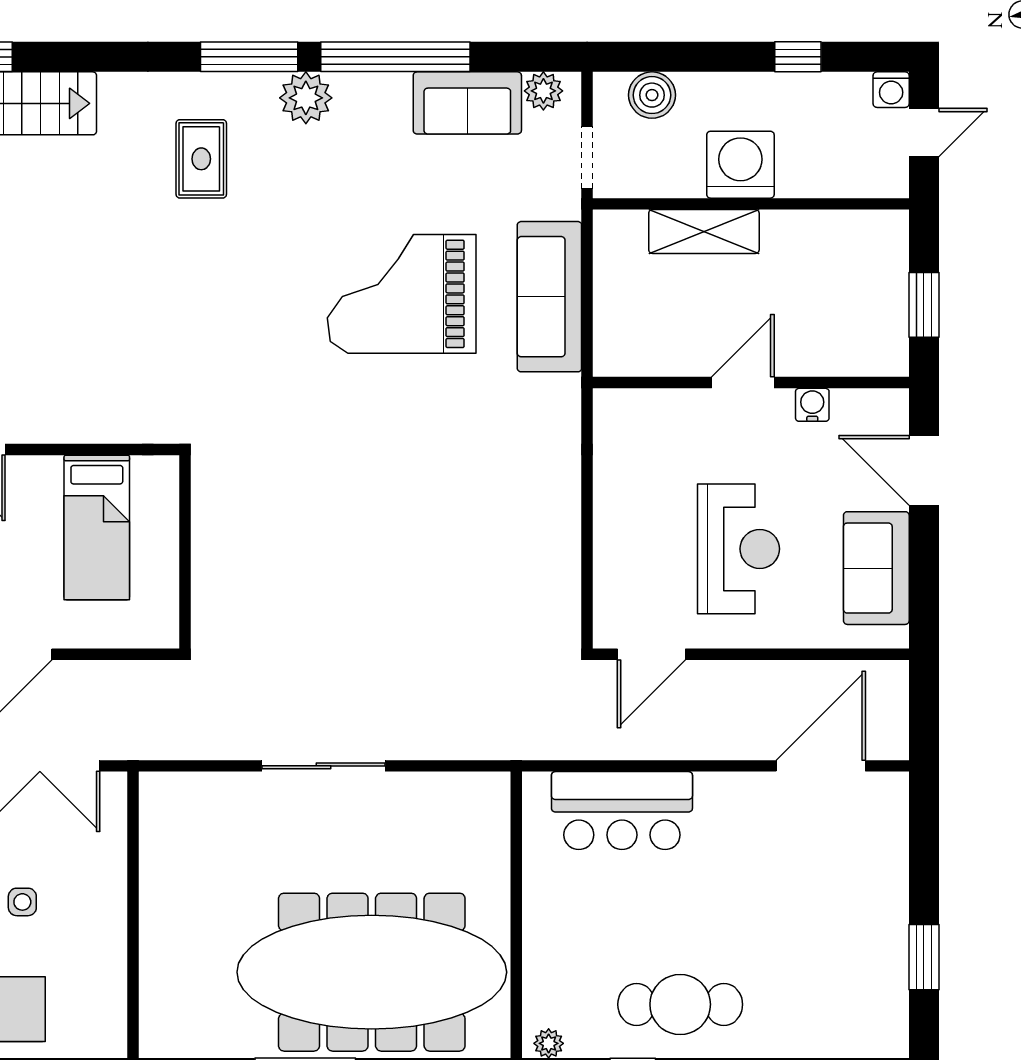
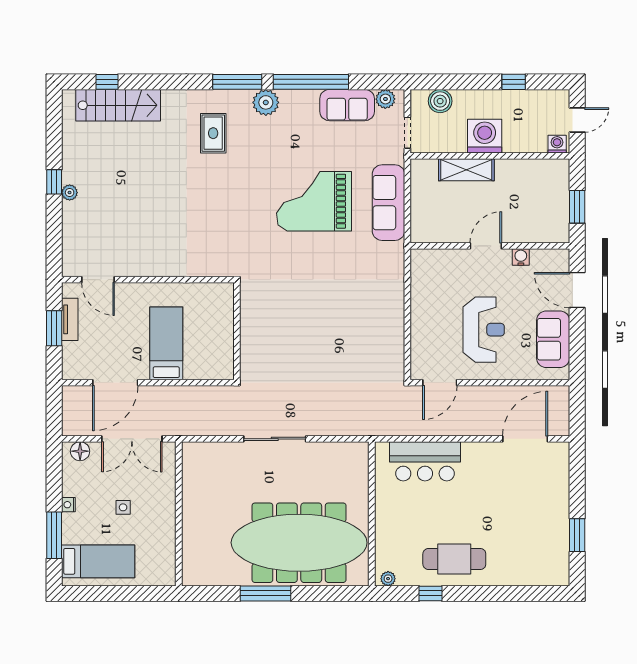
washing machine: (891, 90) -> (557, 144), moved, turned 180
bed: (97, 528) -> (166, 343), moved, turned 180
wall: (185, 552) -> (237, 331), moved

